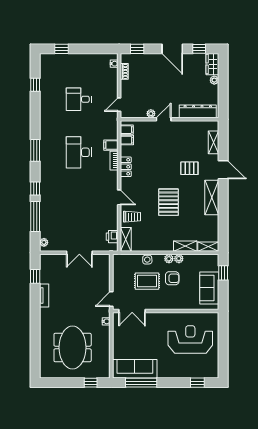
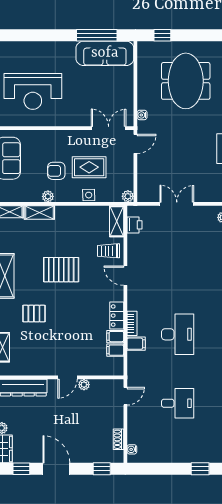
filing cabinet: (127, 130) -> (115, 337), moved
pallet: (168, 202) -> (61, 270), turned 90
plant: (169, 259) -> (128, 196), moved
window: (197, 383) -> (24, 35), removed

